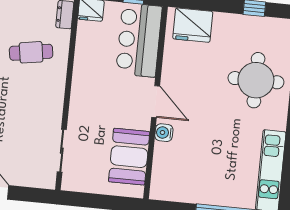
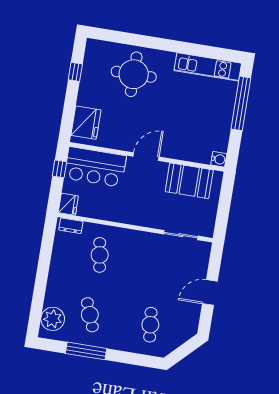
water cooler: (164, 133) -> (219, 159), moved, turned -90

